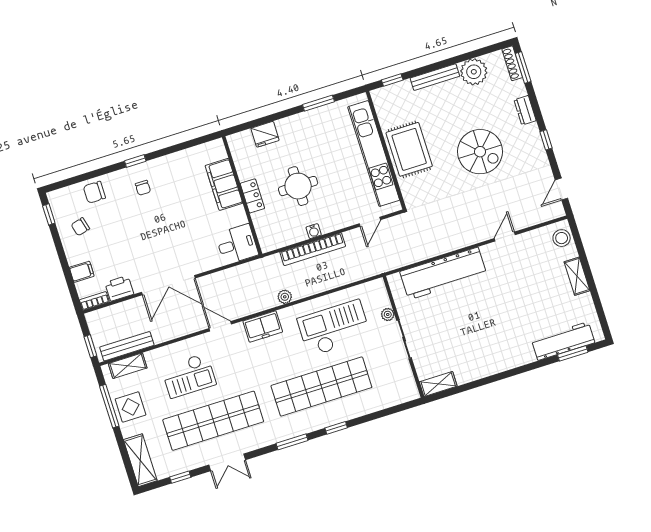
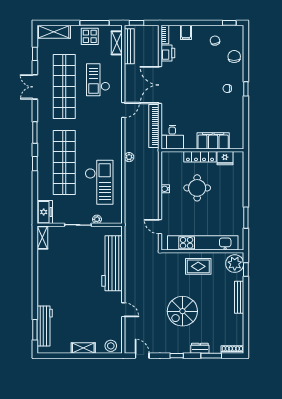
window: (523, 67) -> (211, 356), moved
plant: (474, 72) -> (235, 264), moved
fridge: (265, 134) -> (225, 158), moved, turned -90
rug: (409, 149) -> (198, 266), width x0.73, depth x0.70
locker: (252, 196) -> (200, 157), width x1.53
bookcase: (313, 249) -> (154, 126), moved
freezer: (263, 327) -> (45, 212), moved, turned 180

